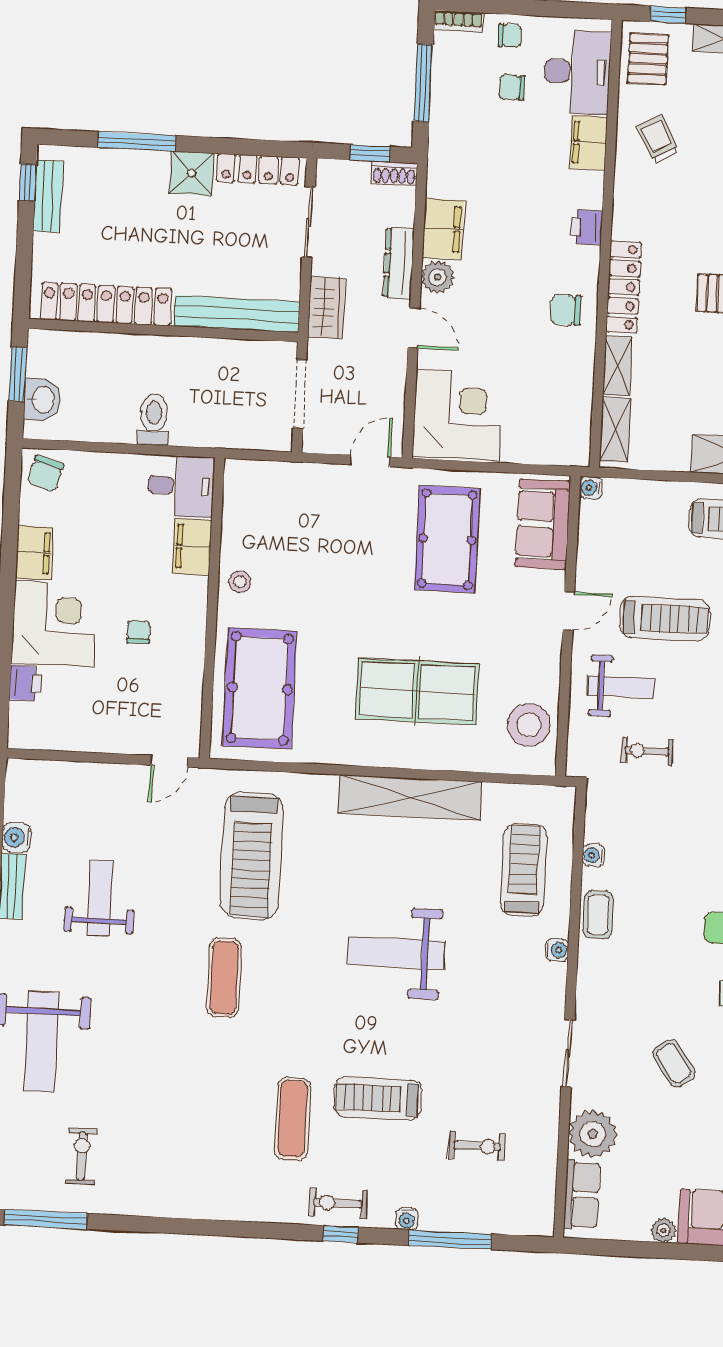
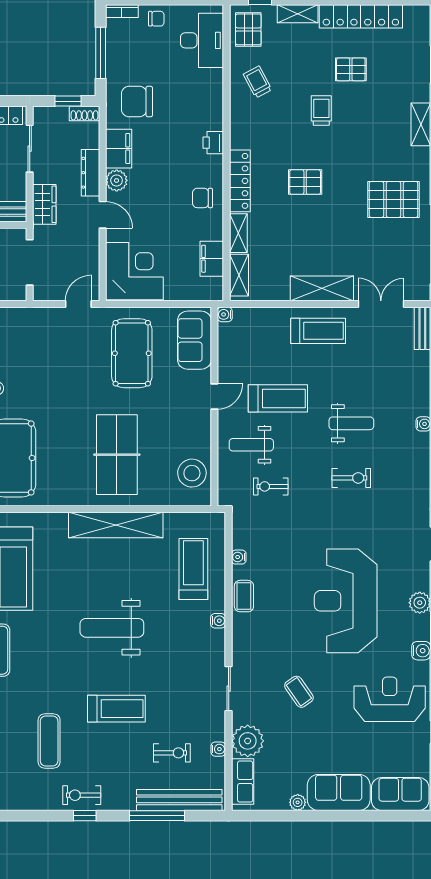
chair: (512, 87) -> (137, 102), moved, width x1.87, depth x1.87
filing cabinet: (588, 143) -> (212, 259), moved
weight bench: (621, 687) -> (251, 445), turned 180
table tennis table: (417, 691) -> (117, 455), turned 90
treadmill: (378, 1098) -> (116, 709), moved, turned 180
bench: (485, 1218) -> (179, 800), added
water cooler: (407, 1219) -> (218, 749), moved, turned -90

